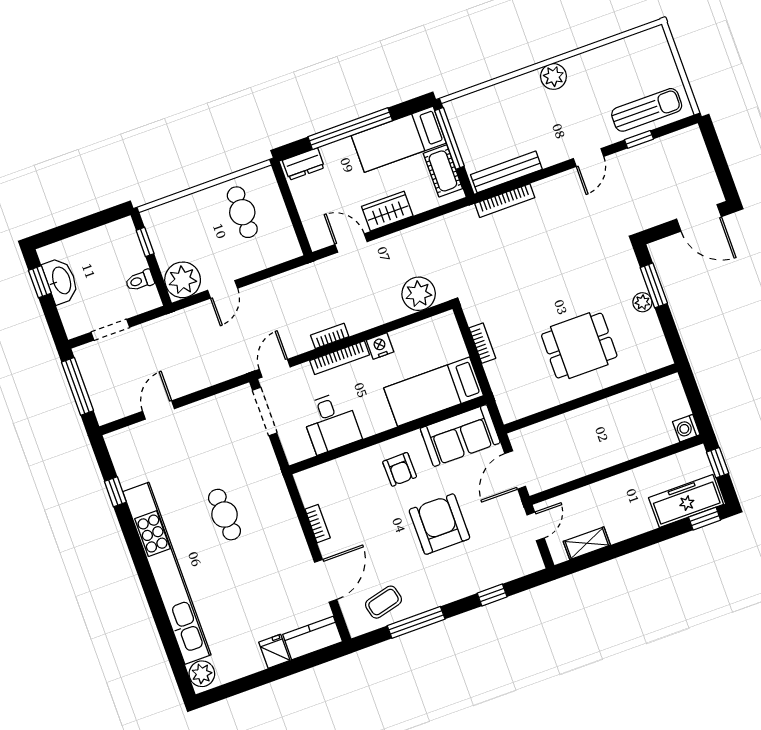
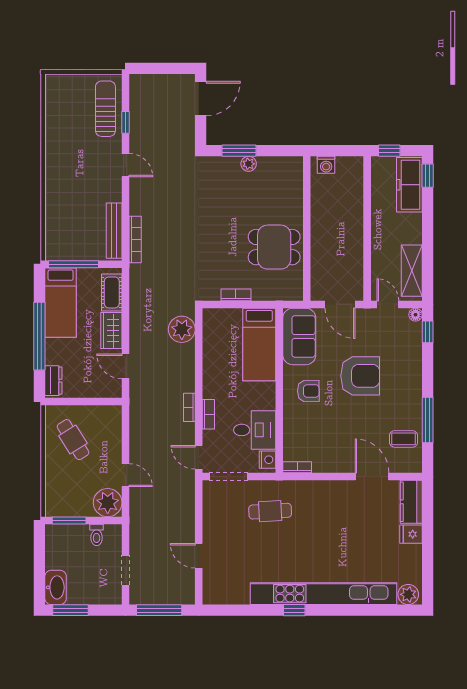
plant: (553, 76) -> (55, 170), removed
cot: (443, 171) -> (112, 292), moved, turned 90
cafe table: (242, 212) -> (73, 440), turned 58
window: (145, 242) -> (69, 520), width x1.50
door: (351, 243) -> (125, 366), hinge flipped
washbasin: (61, 281) -> (56, 587), moved, turned 90
window: (40, 282) -> (71, 610), width x1.50
nightstand: (380, 346) -> (267, 460), moved, turned 180
dining table: (579, 346) -> (274, 247), moved, turned 90
bookcase: (340, 358) -> (208, 414), width x0.64
washing machine: (686, 428) -> (326, 165), moved
window: (115, 492) -> (294, 610), moved
cafe table: (224, 515) -> (270, 511), moved
bookcase: (318, 524) -> (297, 467), moved
armchair: (439, 524) -> (360, 376), turned 180
shelving: (587, 543) -> (412, 271), width x1.50, depth x1.33
floor lamp: (535, 563) -> (416, 315), added
window: (492, 595) -> (428, 332), moved
coffee table: (383, 602) -> (404, 439), turned -76

